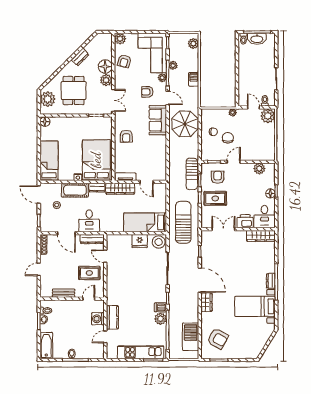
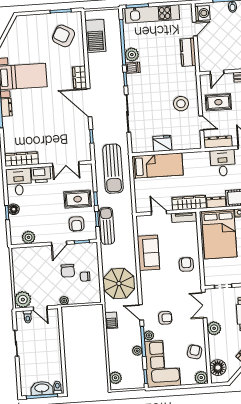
floor lamp: (105, 67) -> (218, 368), moved
barbecue: (194, 79) -> (111, 320), moved
sofa: (158, 120) -> (148, 253), moved
stool: (159, 242) -> (181, 104), moved
washing machine: (98, 319) -> (202, 13), moved

